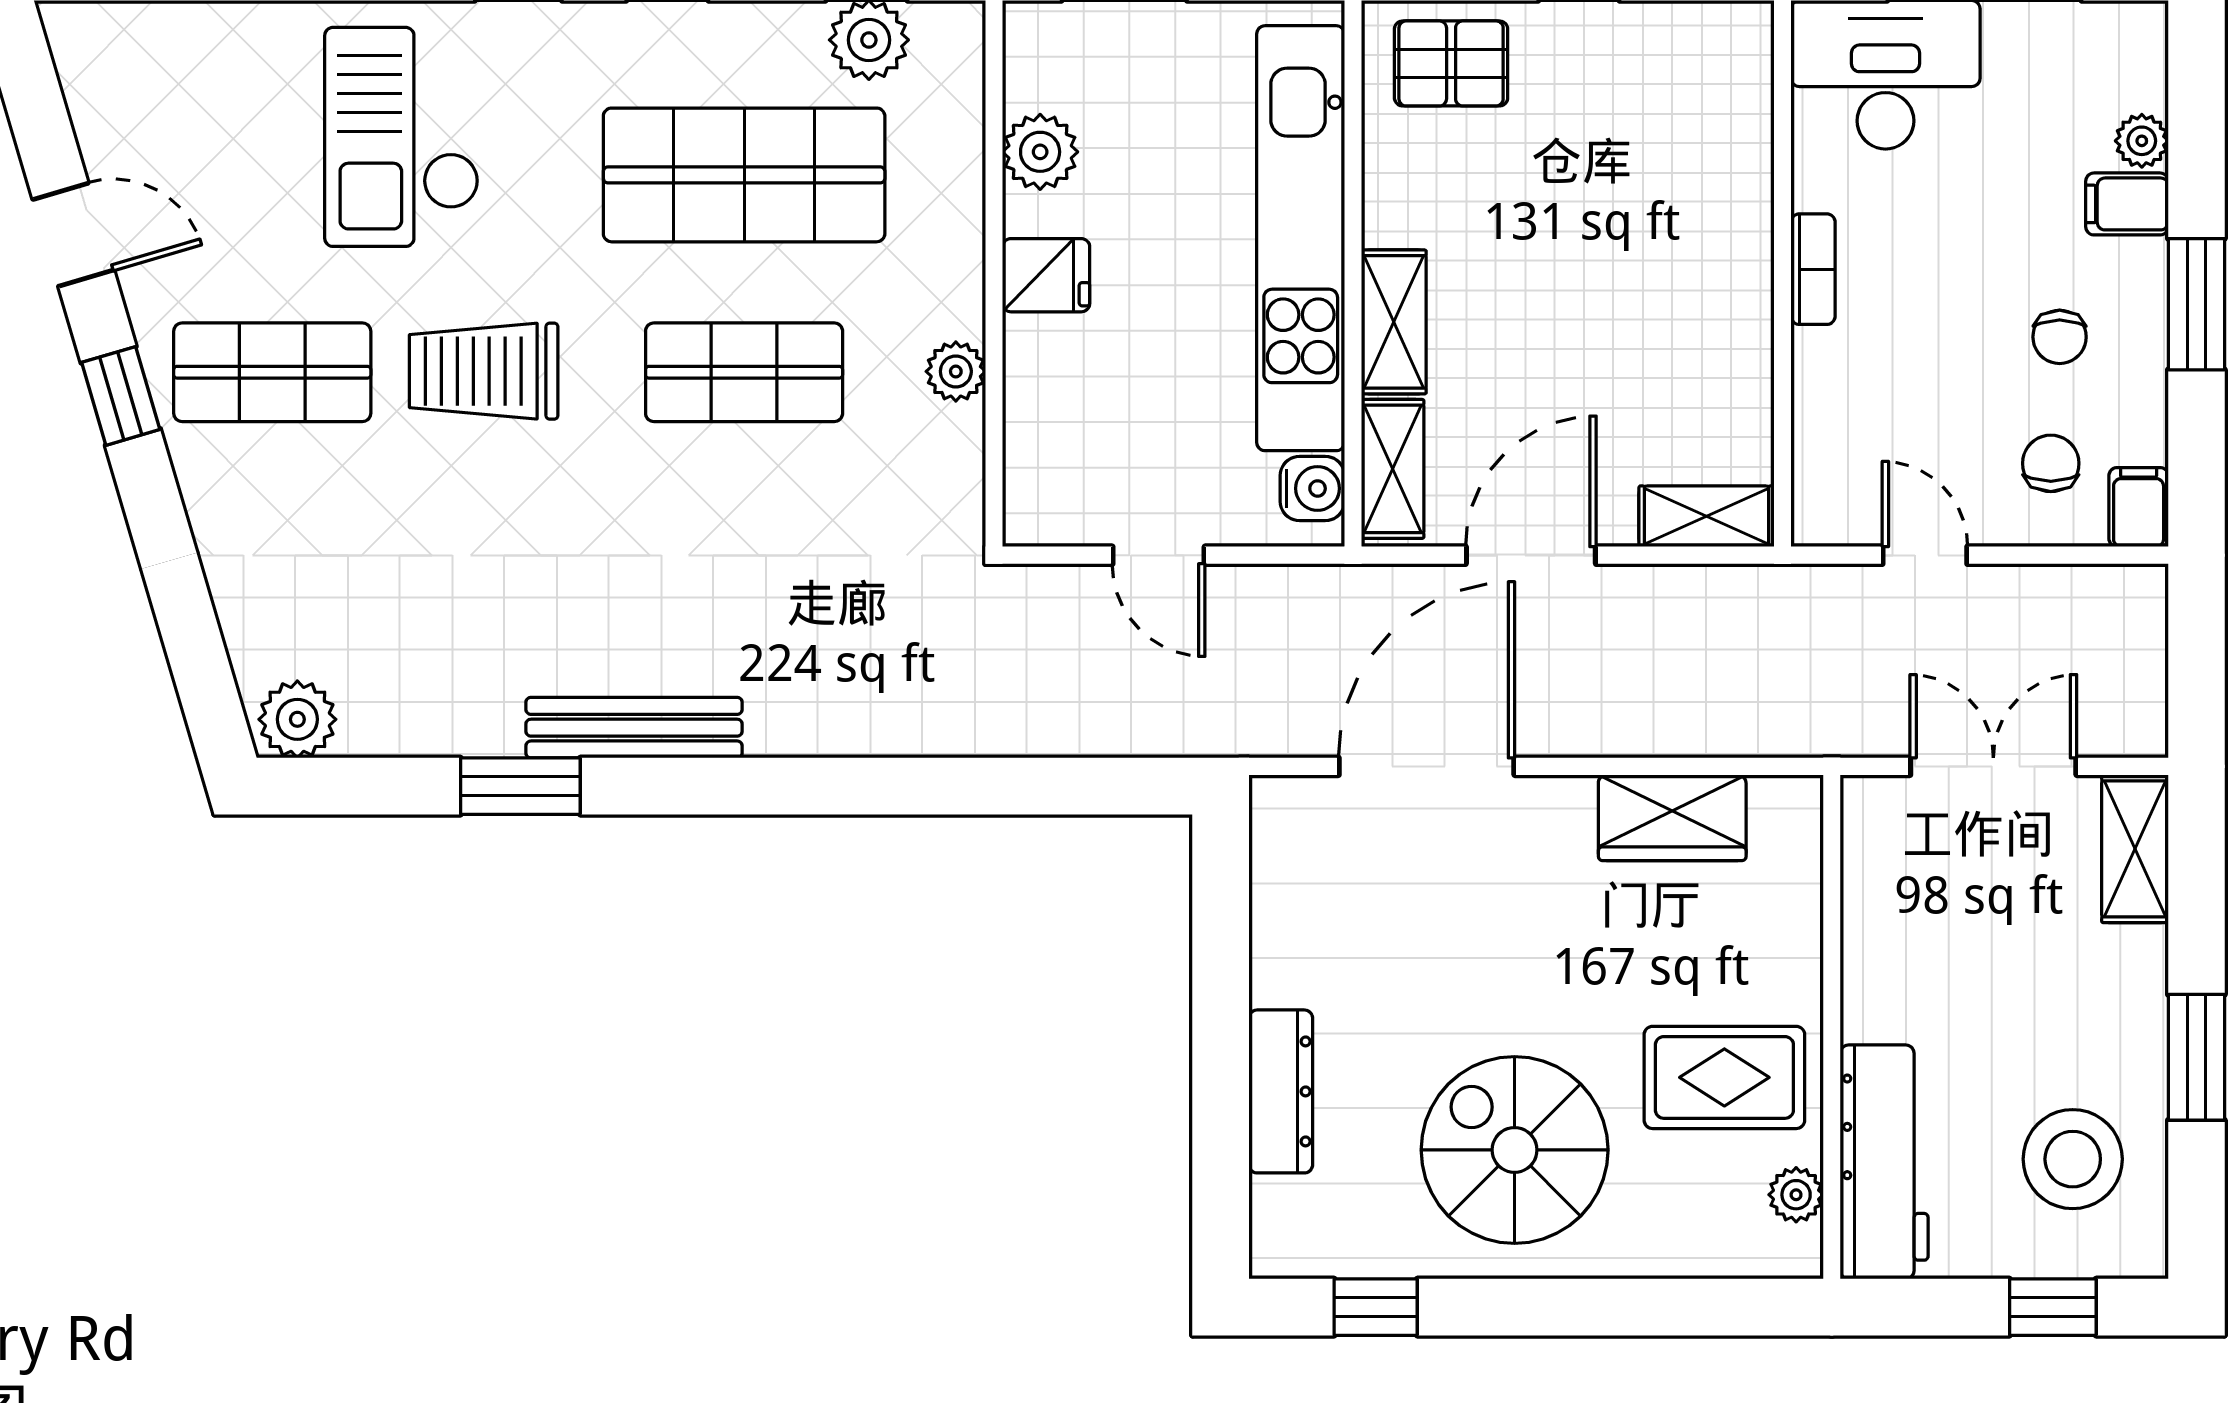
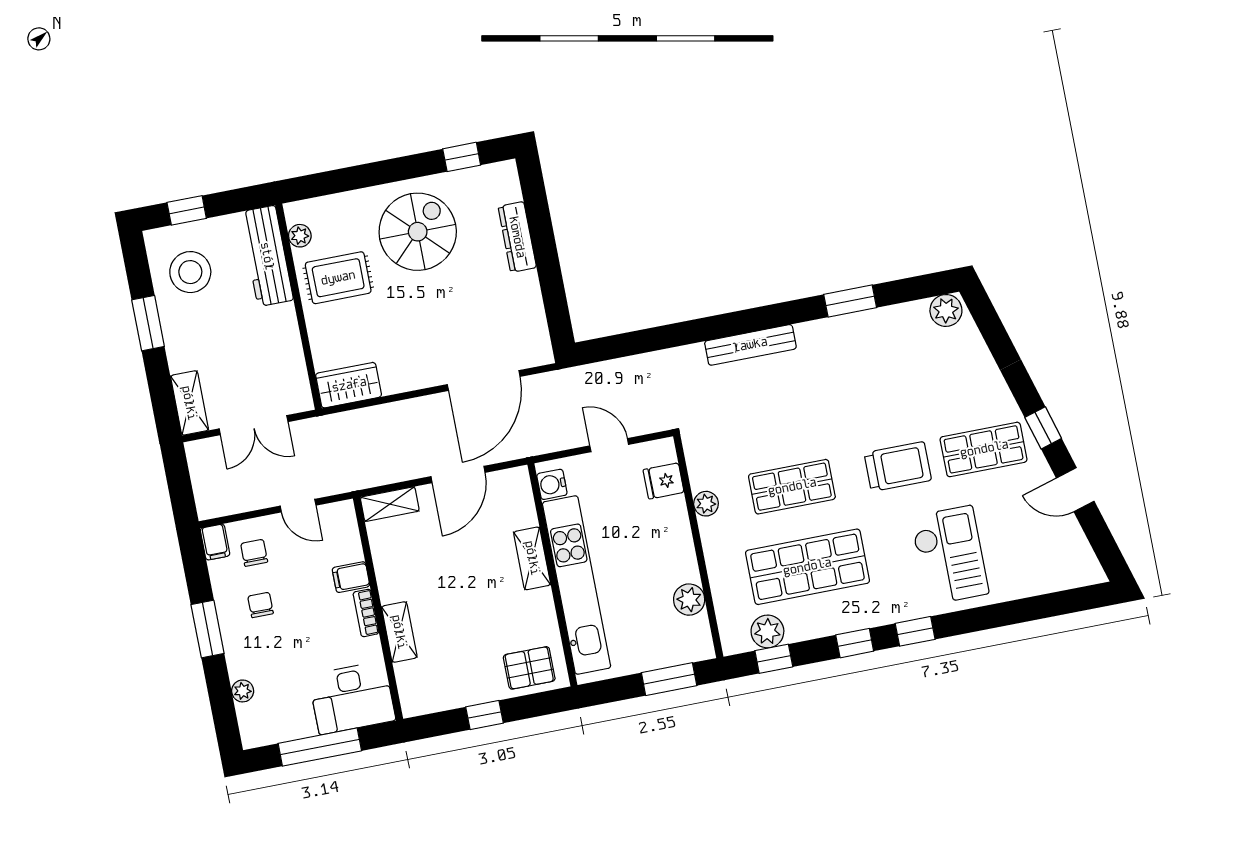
filing cabinet: (2127, 204) -> (351, 577), moved, turned 180
fridge: (1046, 275) -> (664, 481), moved
chair: (2051, 463) -> (254, 553), turned 180
shelving: (1393, 469) -> (399, 632), moved
bench: (634, 728) -> (750, 345), moved
wardrobe: (1672, 818) -> (349, 385), moved
spiral stairs: (1515, 1150) -> (418, 232), turned -90

